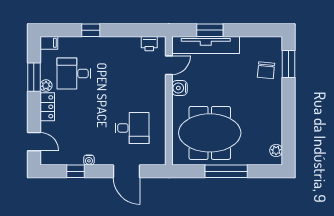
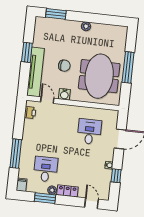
window: (91, 30) -> (16, 154), width x2.17
window: (210, 30) -> (27, 52), moved
chair: (266, 70) -> (64, 66), moved
desk: (74, 74) -> (46, 169), turned 180
door: (34, 142) -> (91, 203), hinge flipped
plant: (276, 150) -> (86, 26), moved

